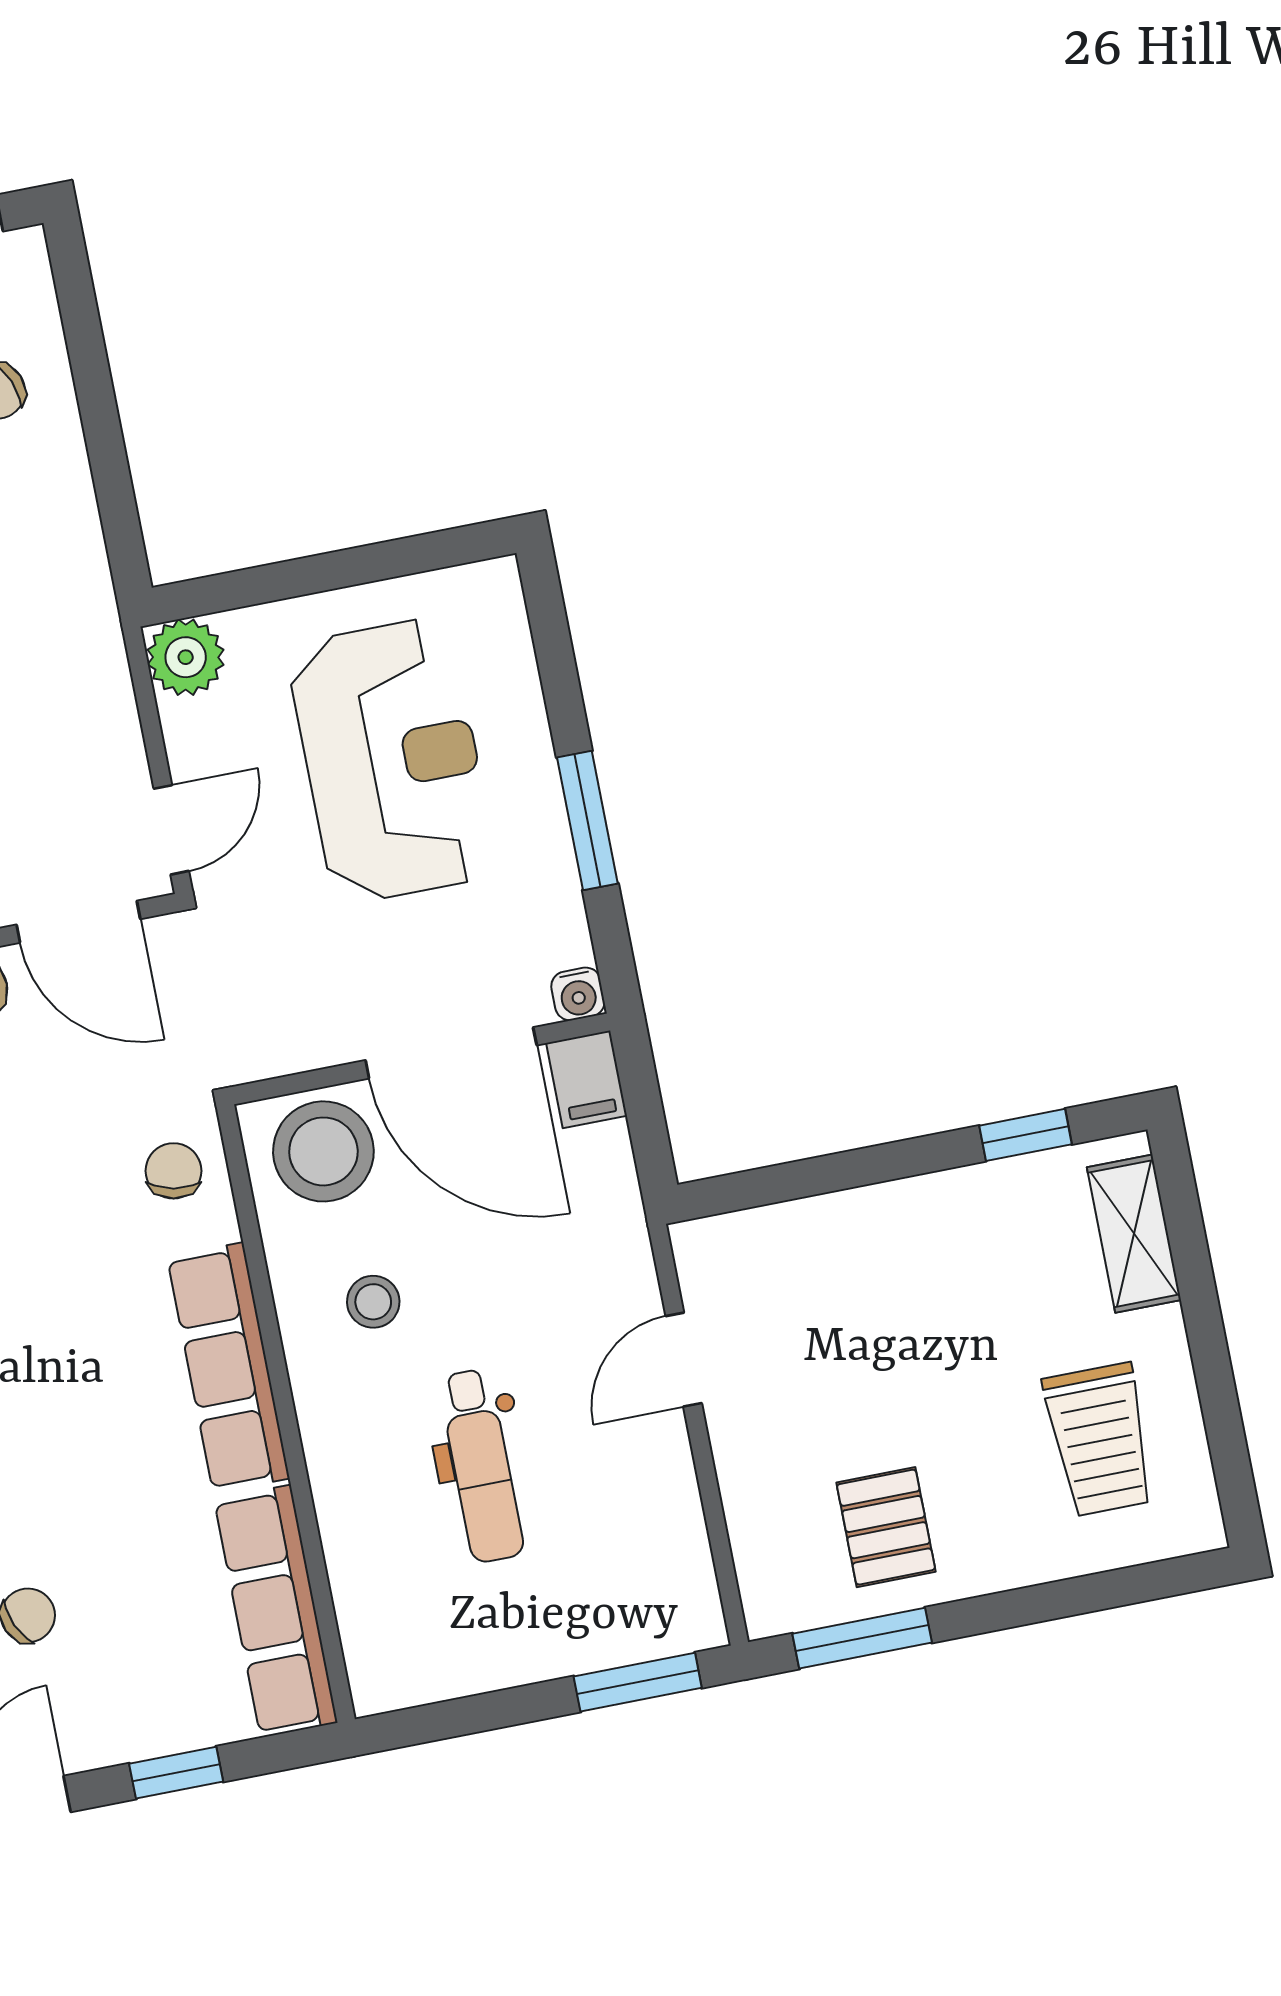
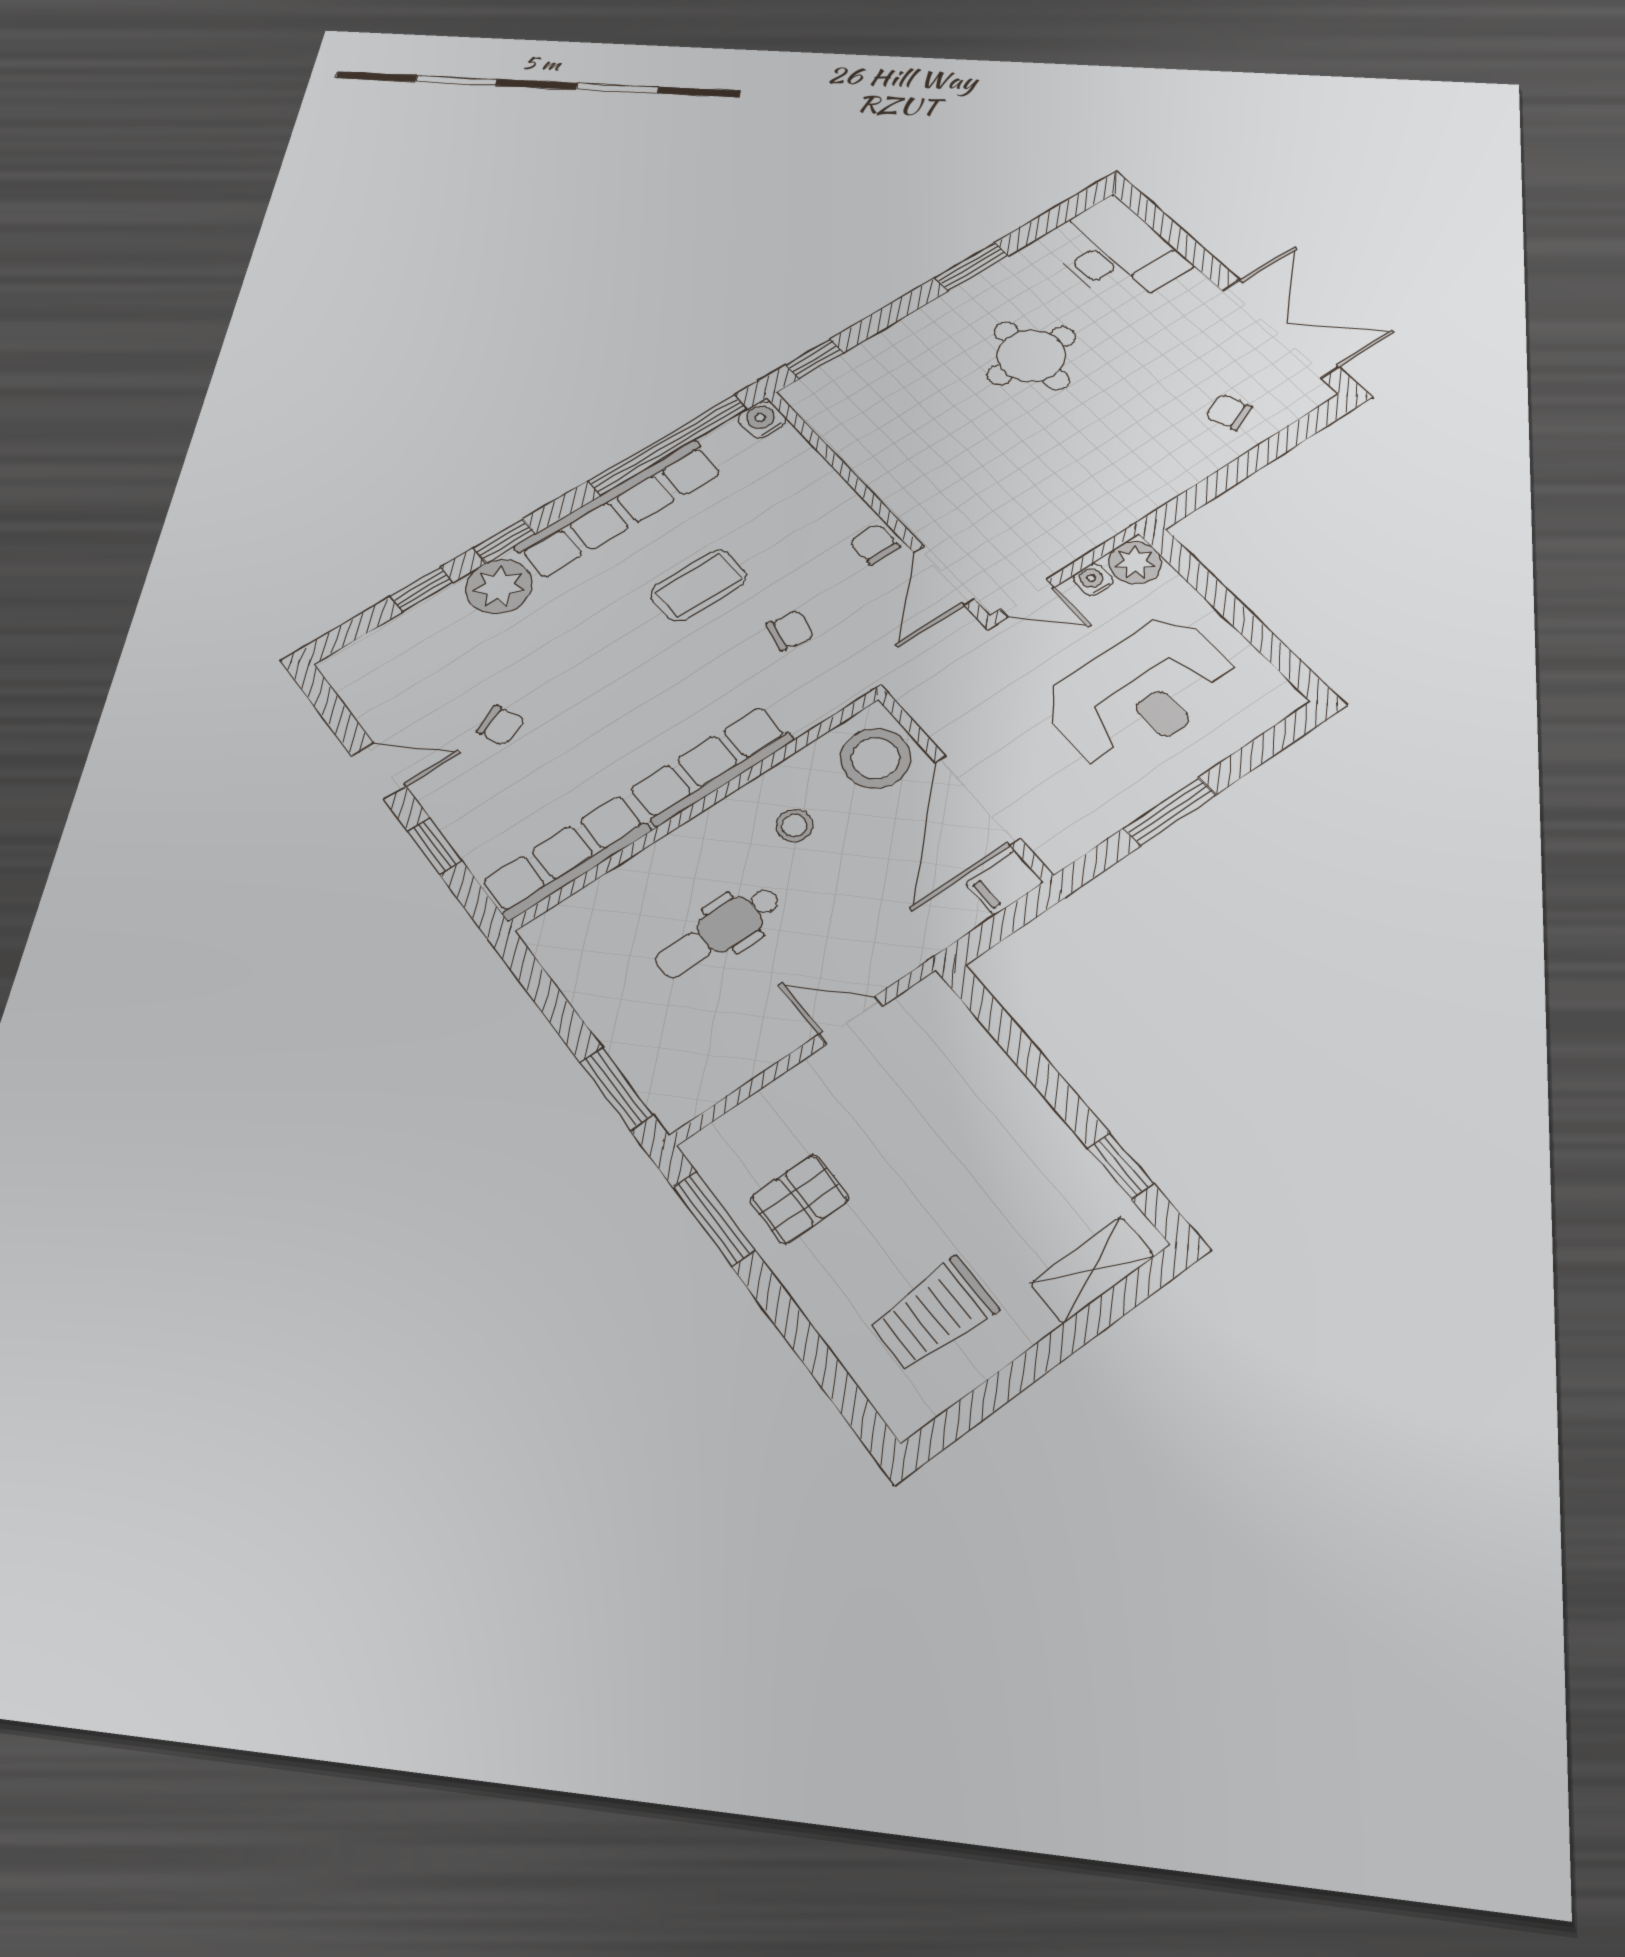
water cooler: (578, 994) -> (1093, 580), moved, turned 90
chair: (173, 1171) -> (790, 631), moved

